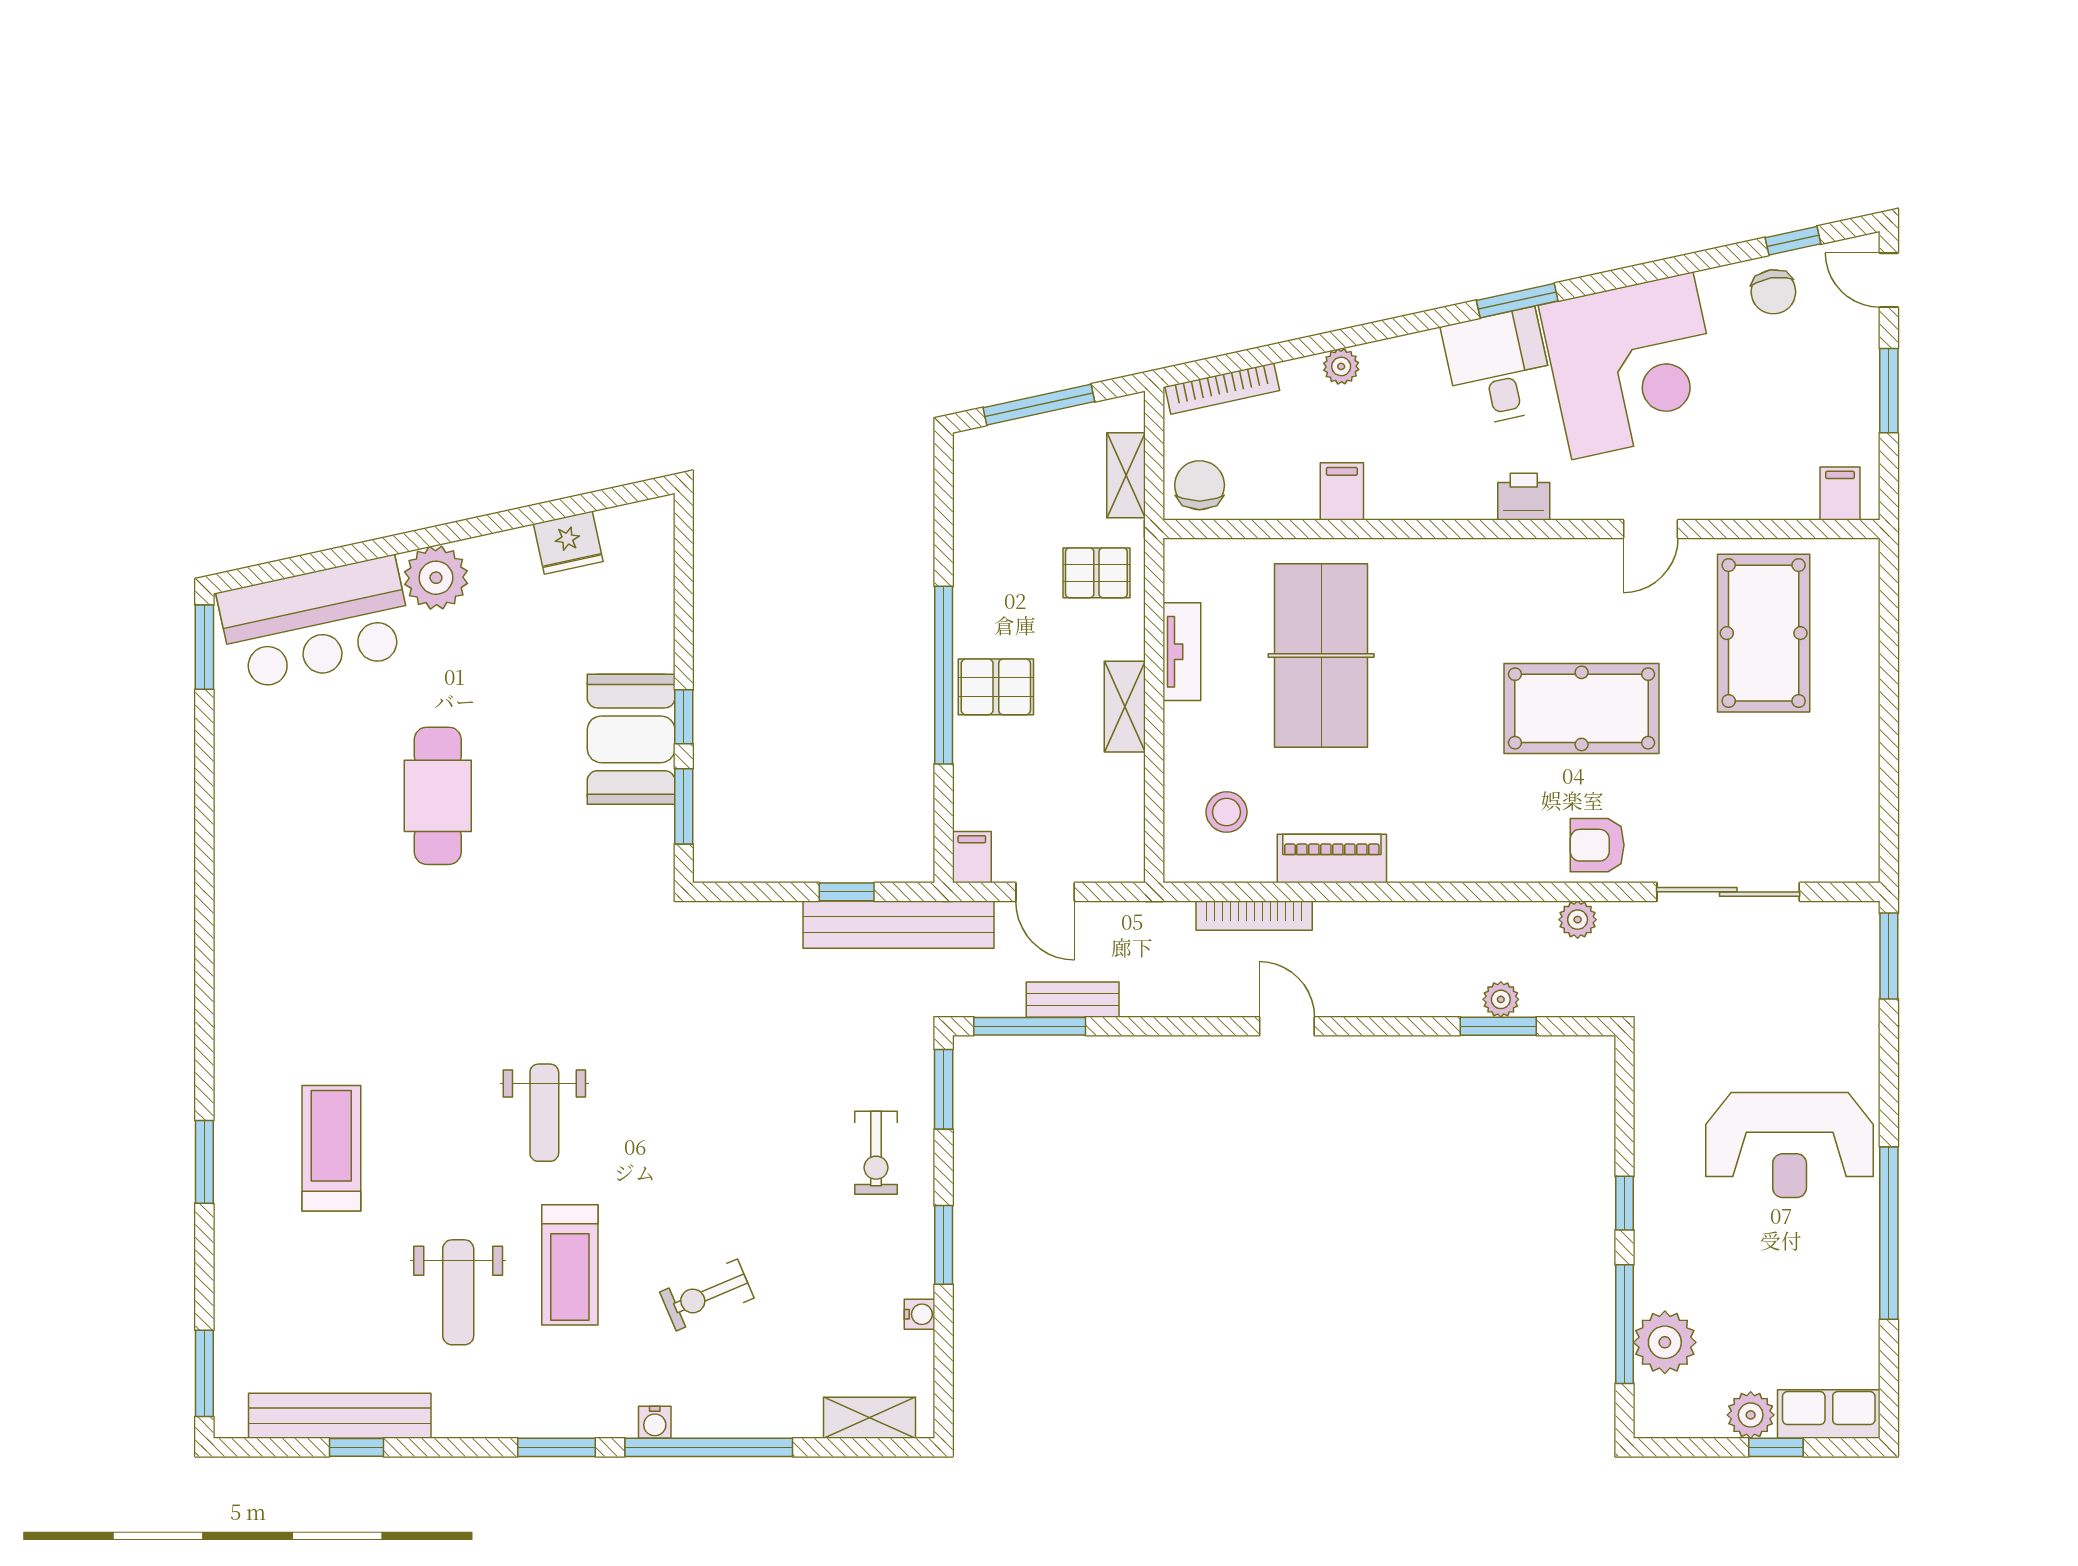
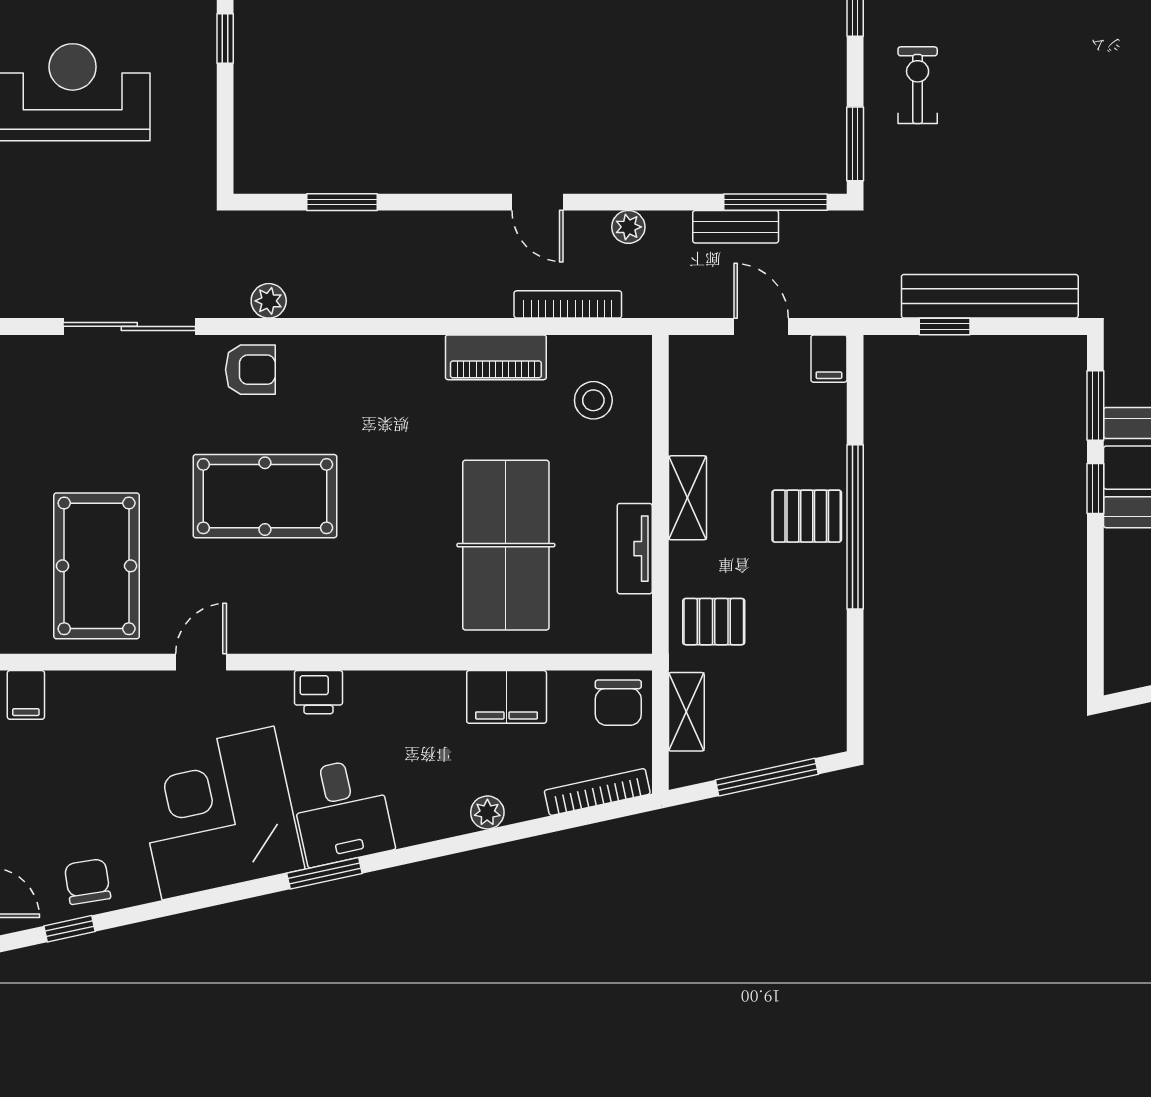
filing cabinet: (1342, 491) -> (507, 697), width x2.00
bench: (899, 925) -> (990, 296), moved
plant: (1501, 999) -> (628, 227), moved

